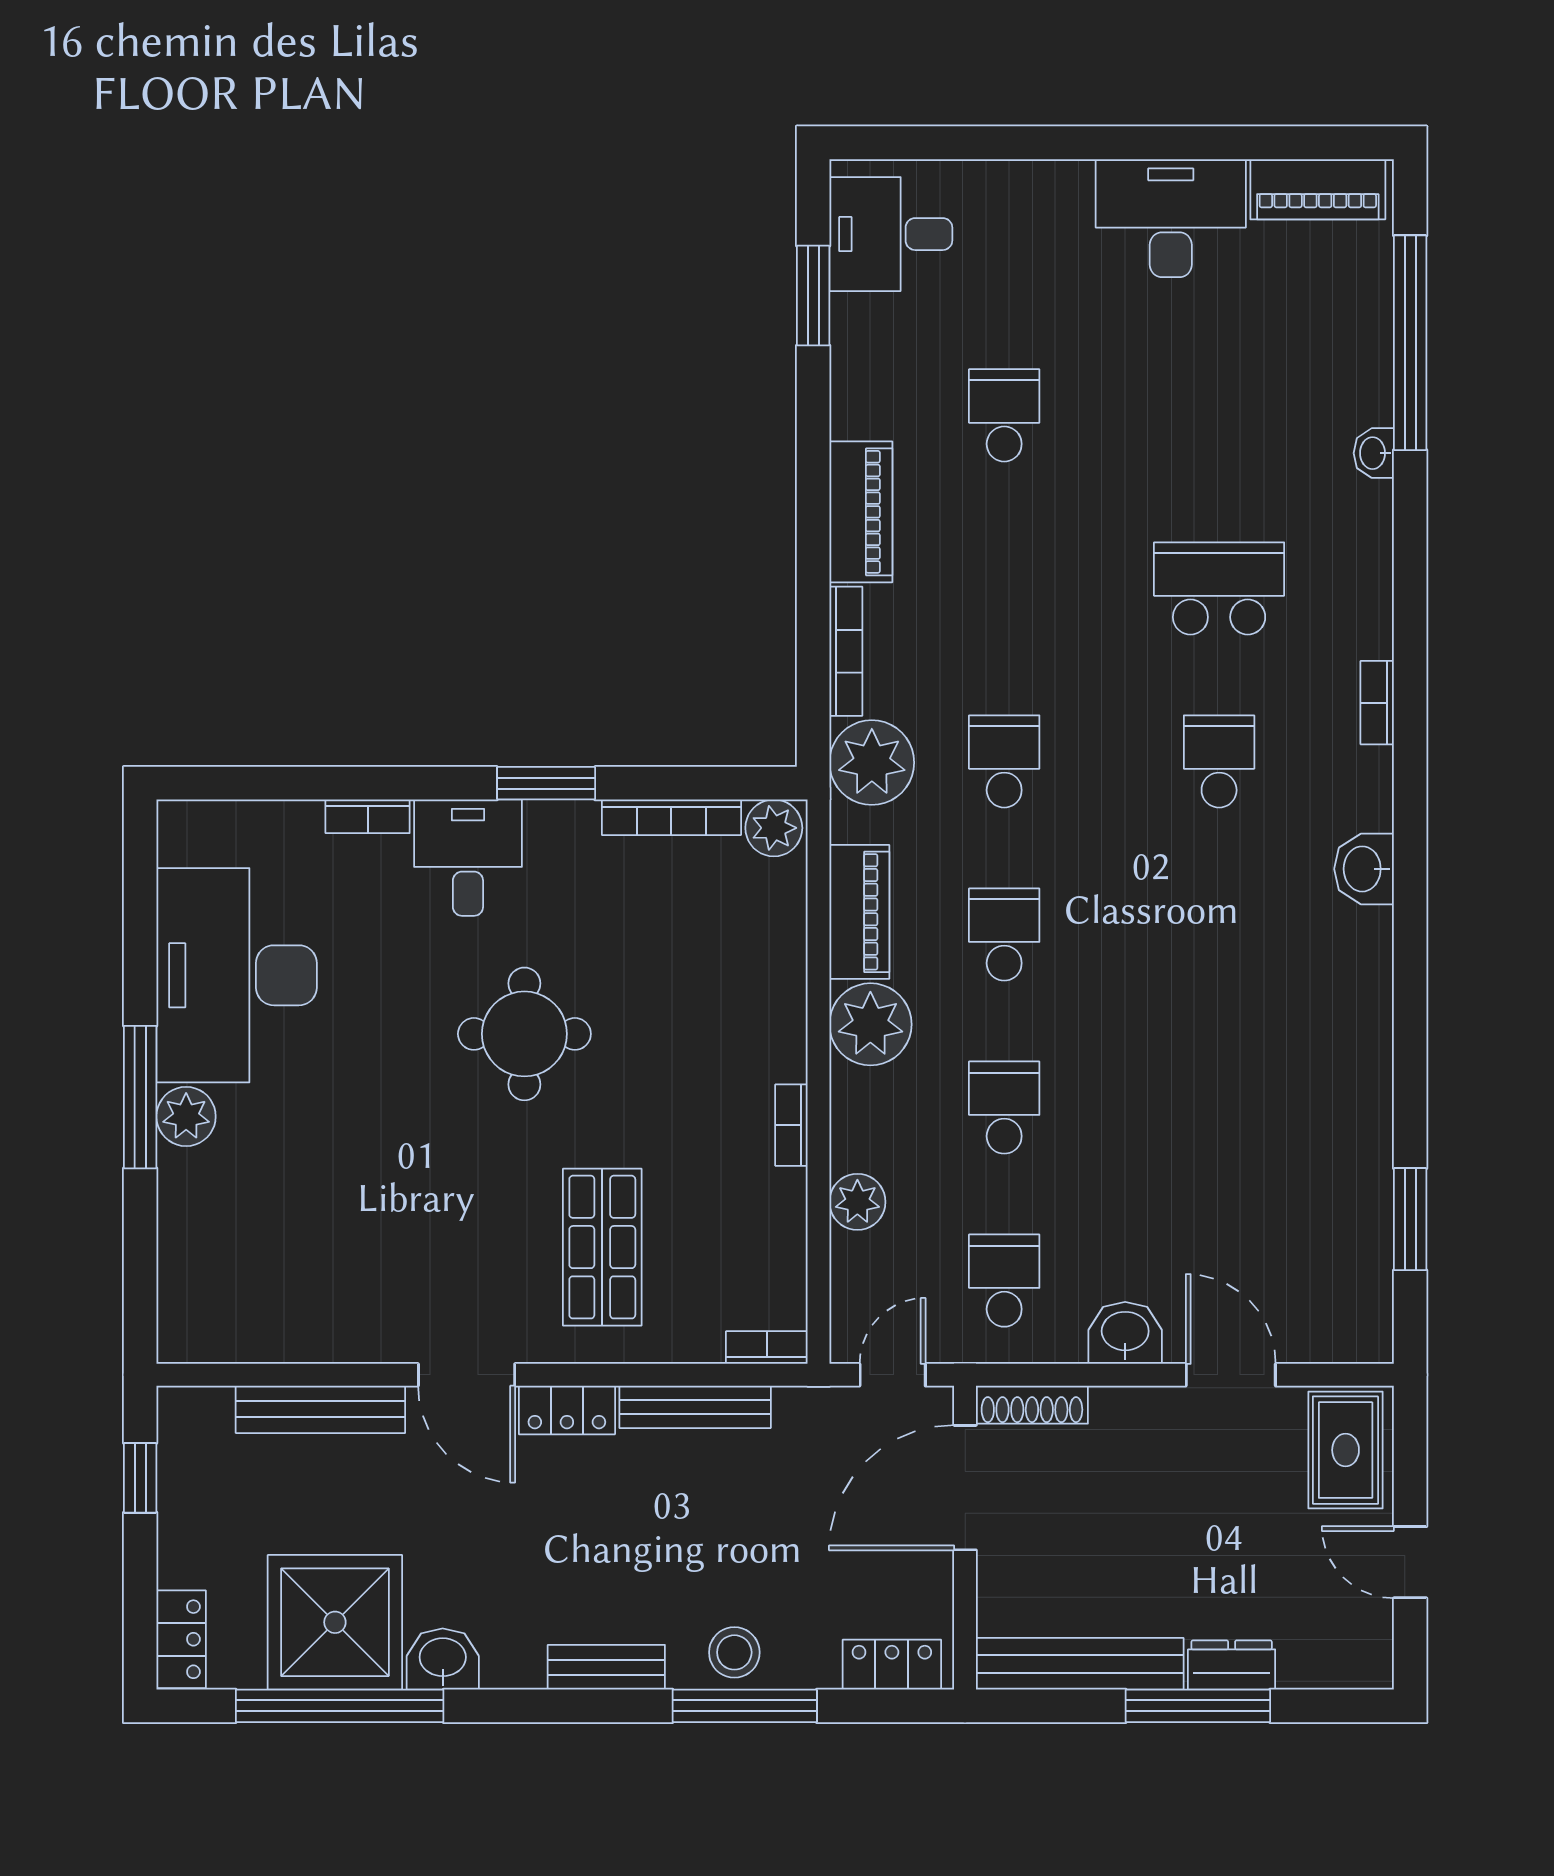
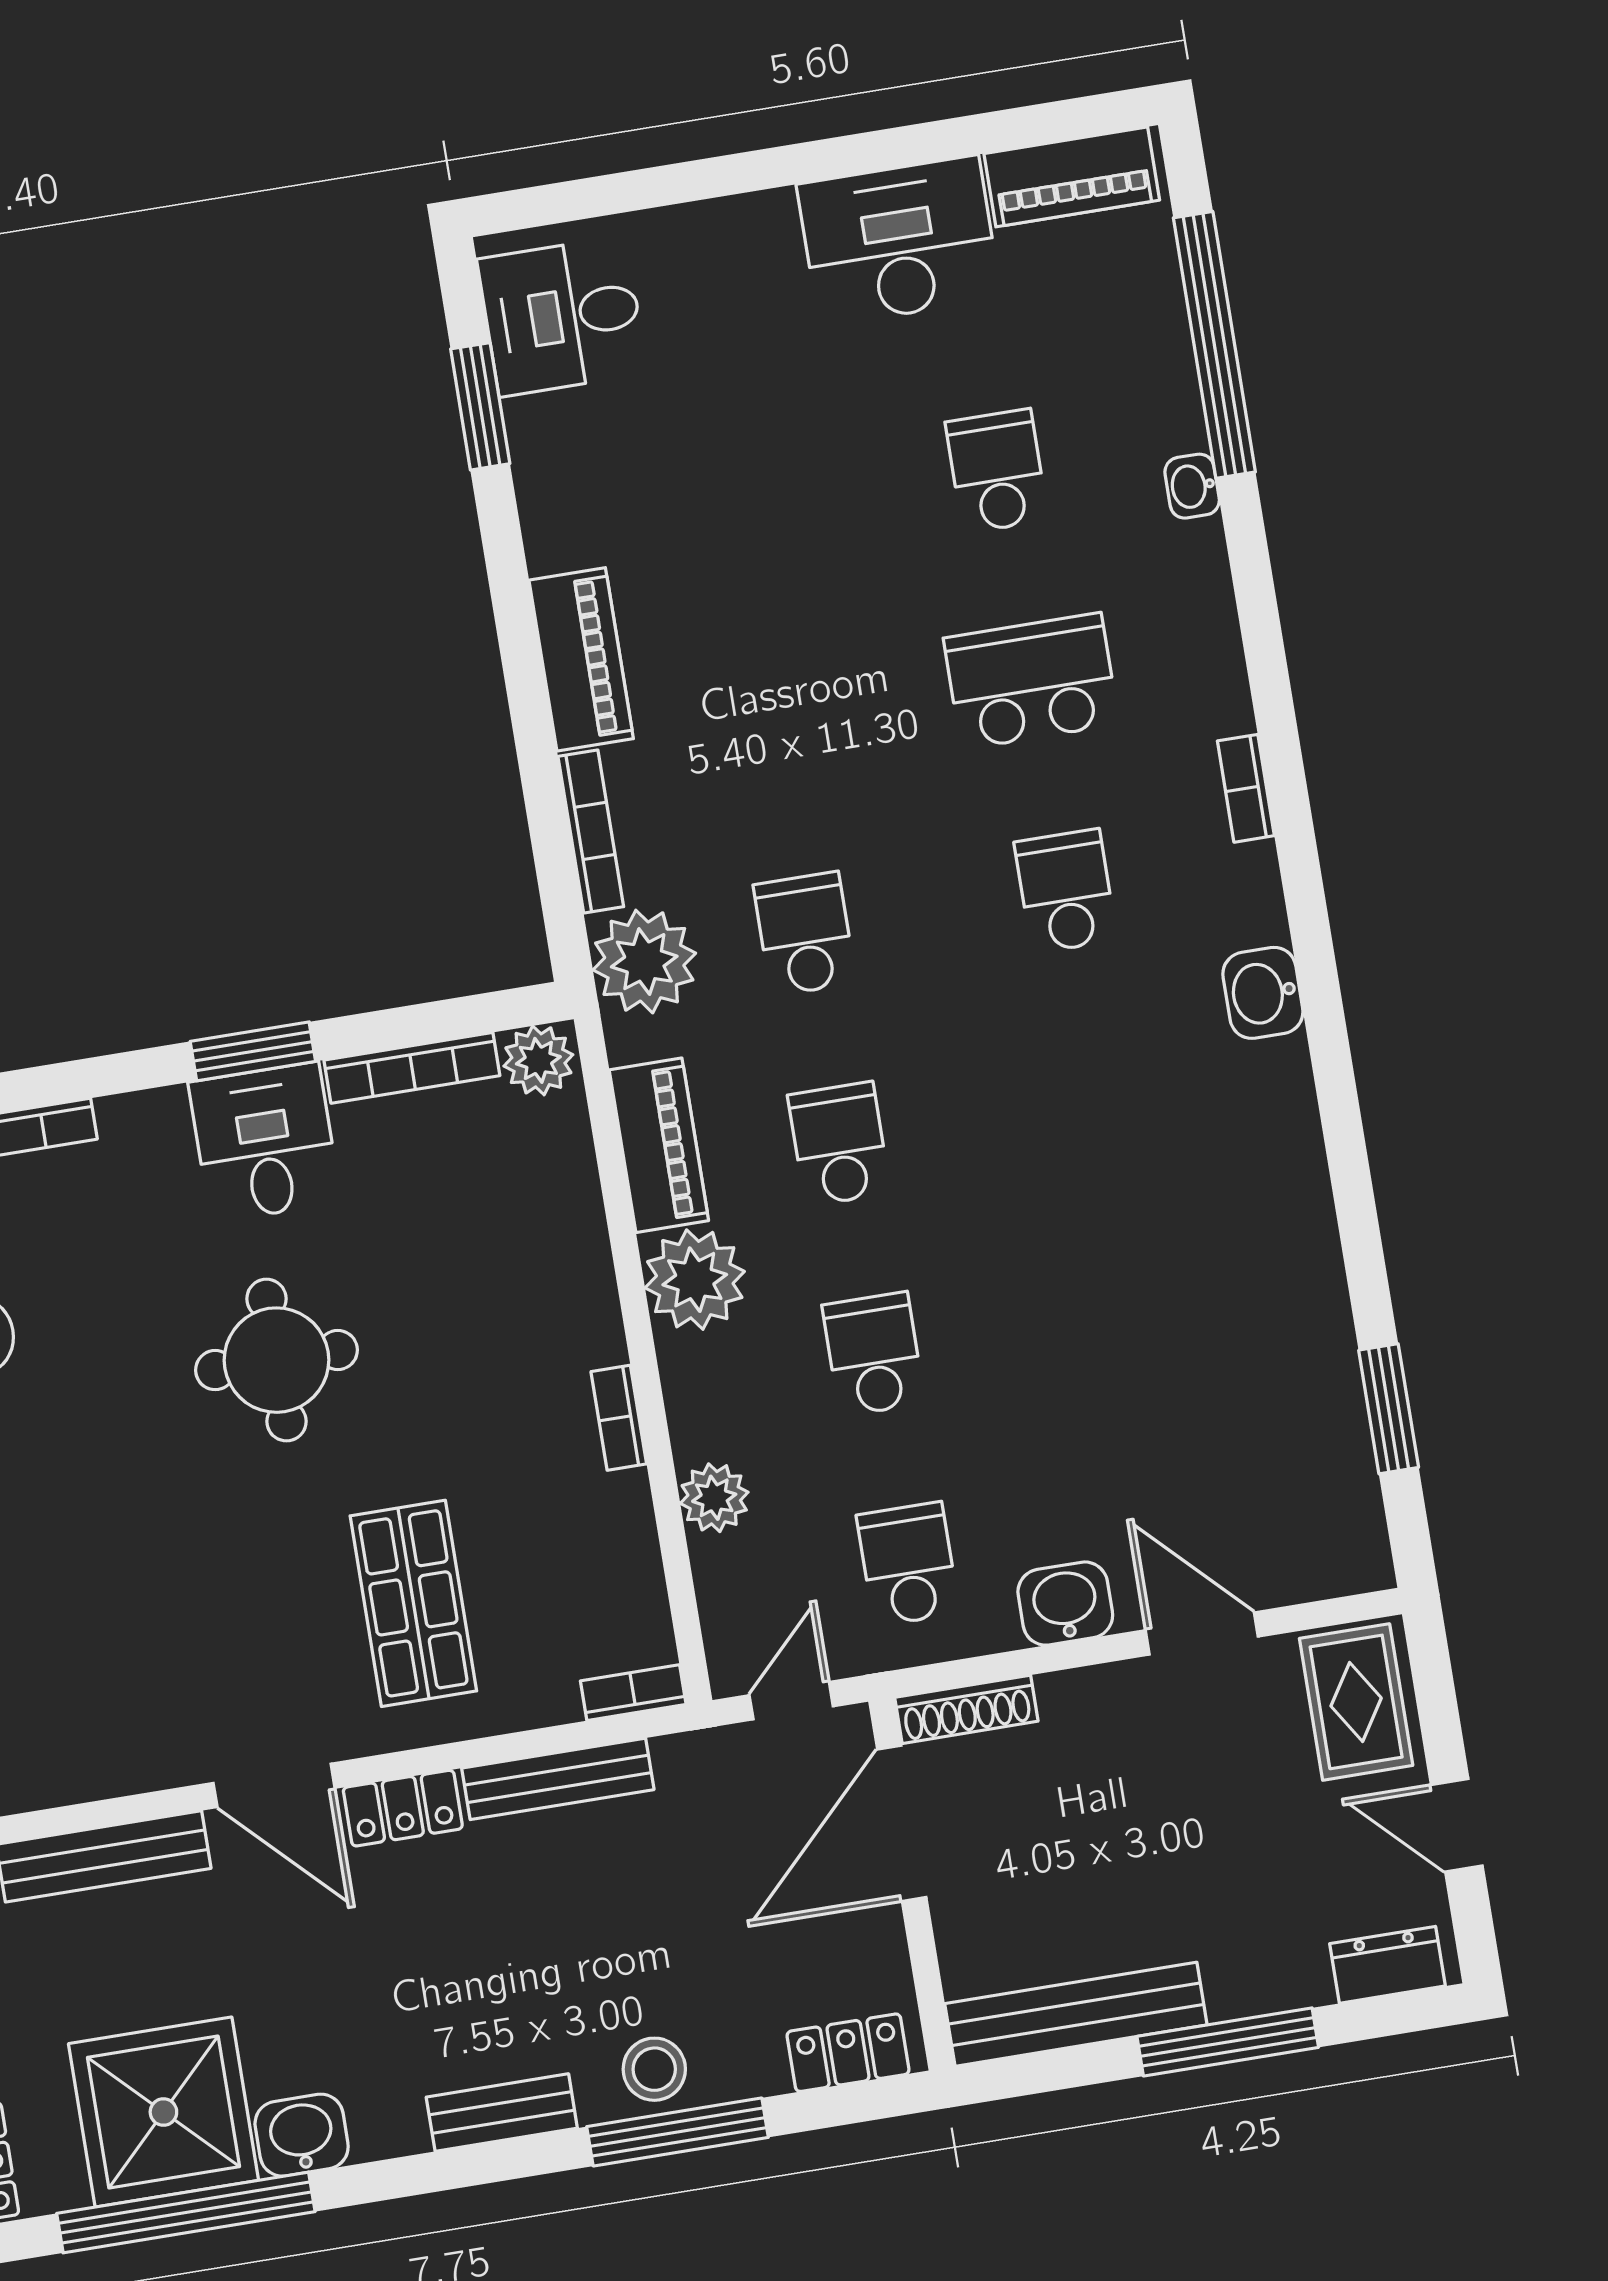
school desk: (1004, 415) -> (997, 471), moved
desk: (468, 858) -> (265, 1142), moved
dresser: (1232, 1665) -> (1387, 1965), moved

